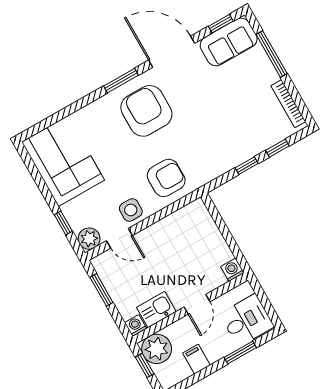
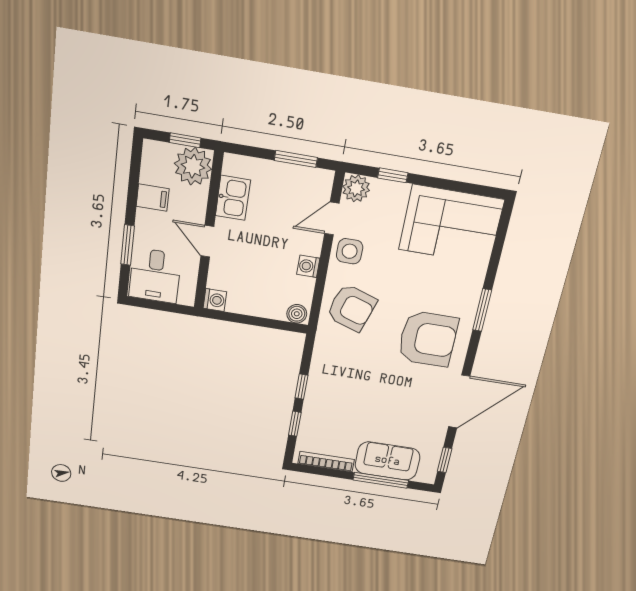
sofa: (229, 42) -> (387, 461), moved, turned 90
window: (121, 81) -> (482, 310), moved
armchair: (166, 178) -> (351, 308), turned -72
boiler: (199, 210) -> (297, 314), added
washing machine: (136, 326) -> (308, 266), moved, turned 180

